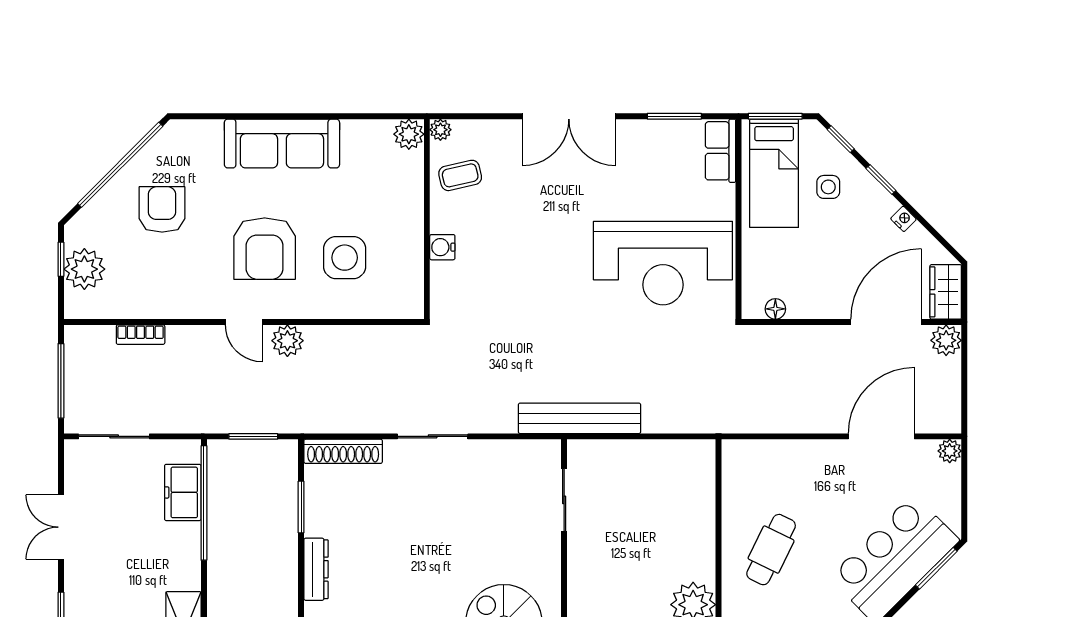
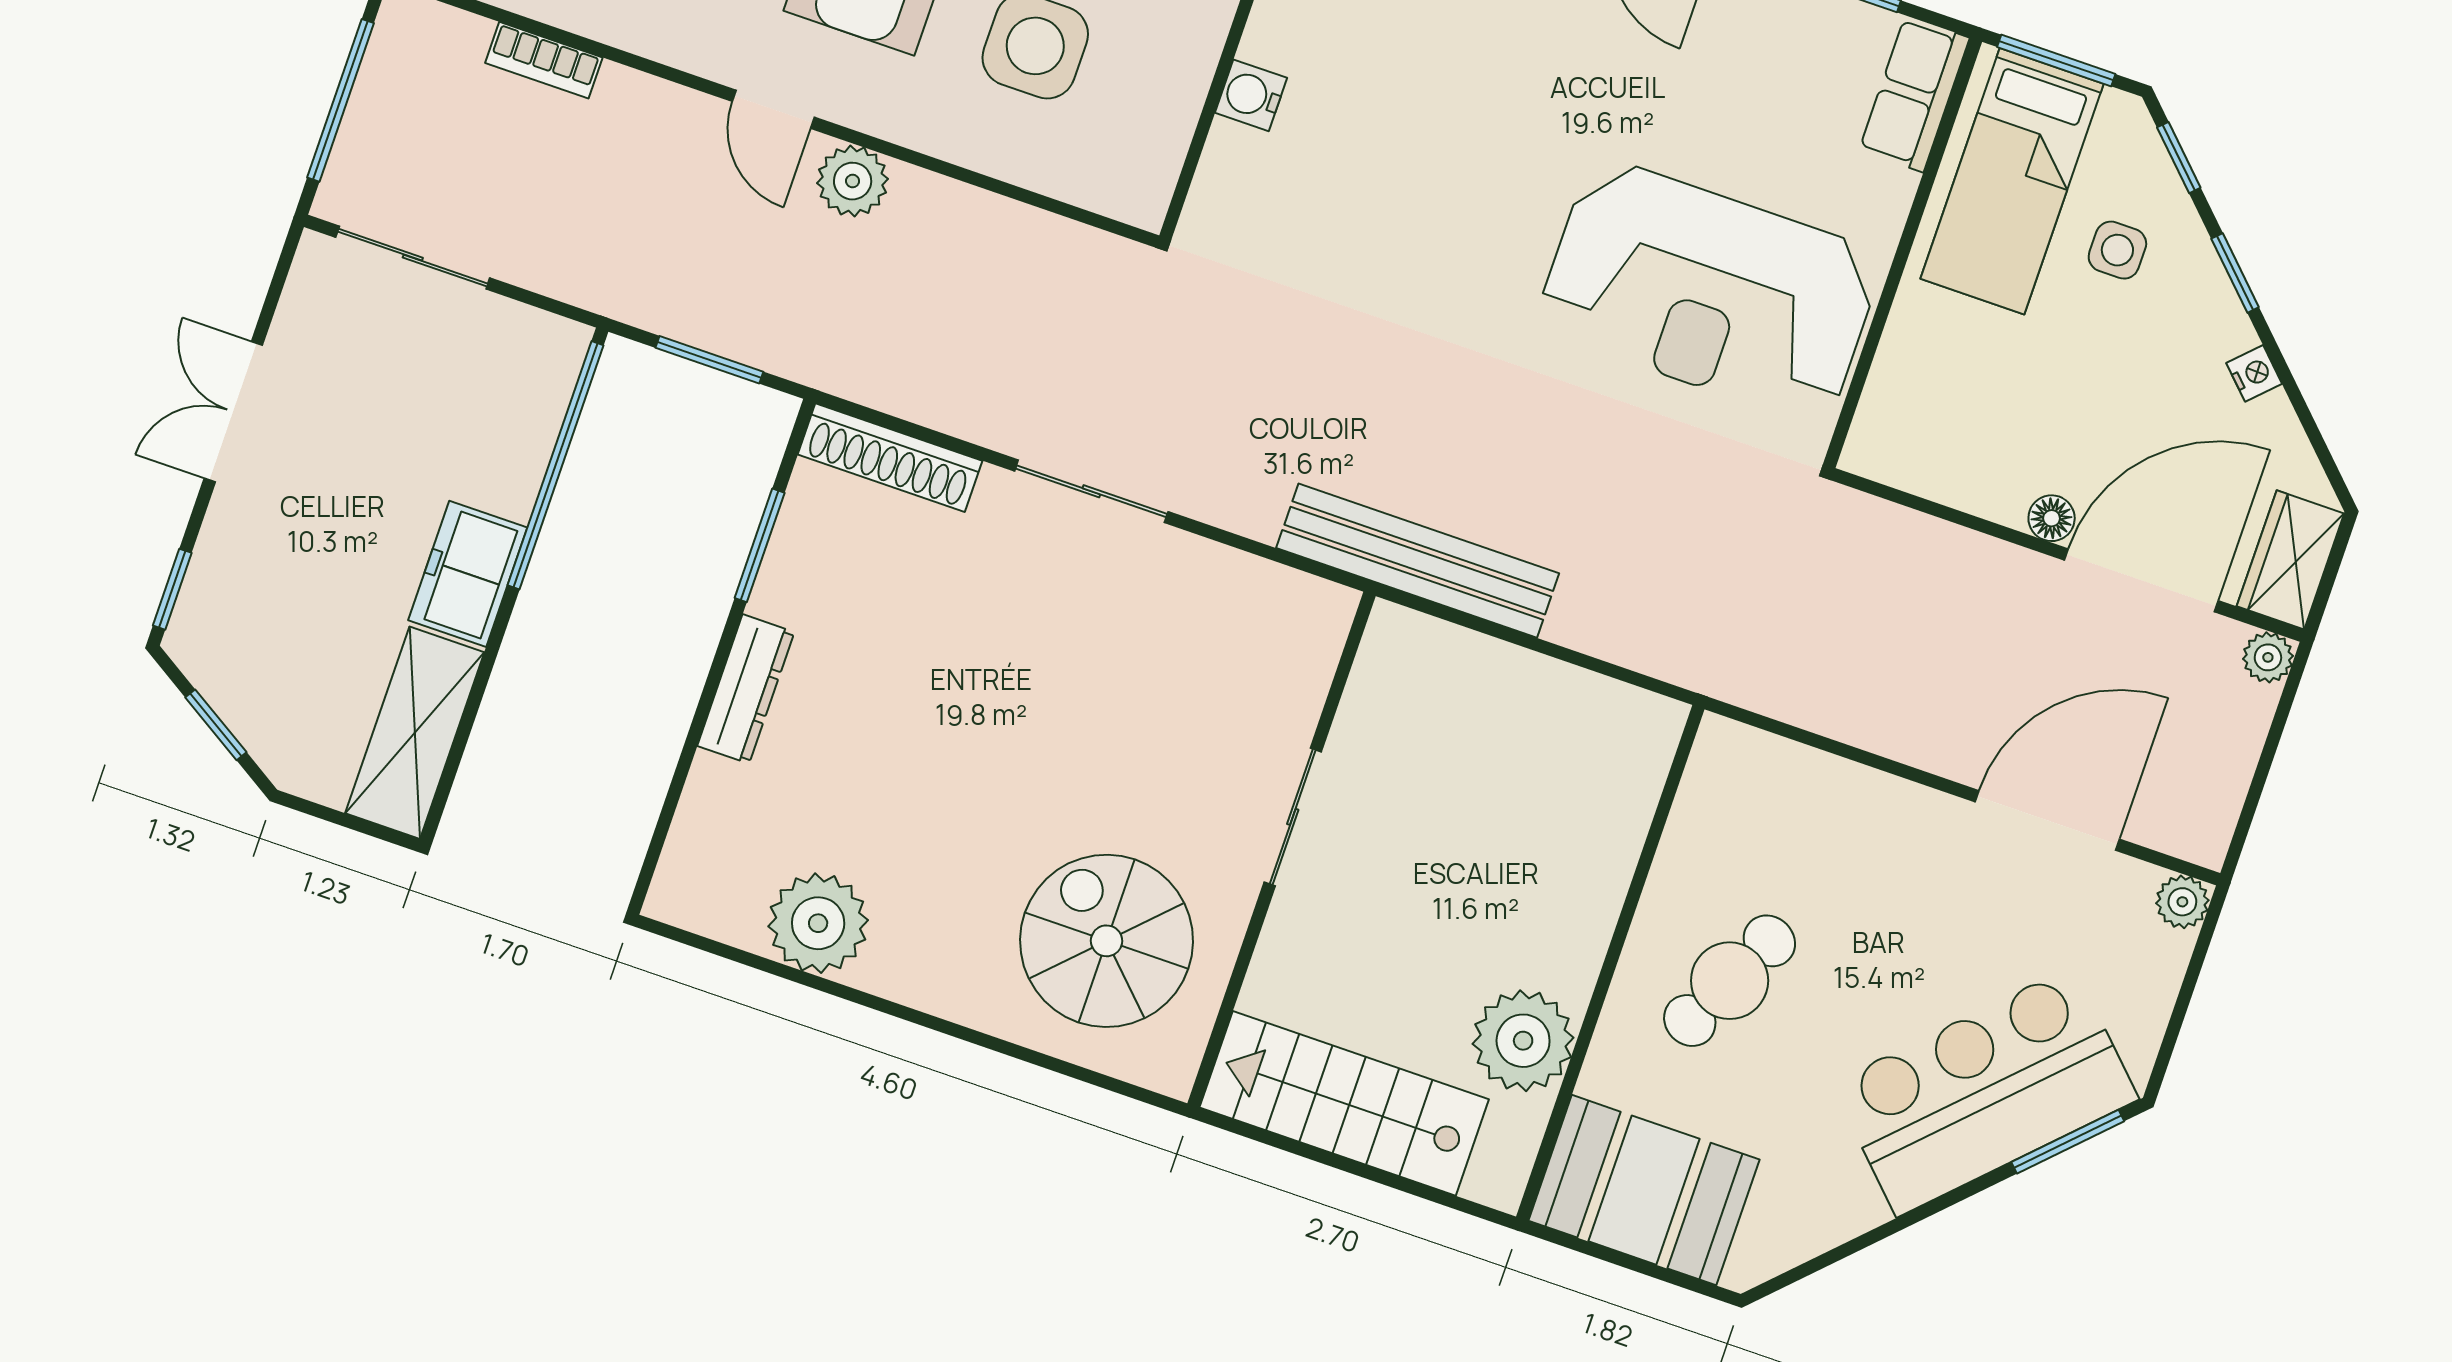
floor lamp: (775, 309) -> (2052, 518), moved
plant: (946, 340) -> (2268, 657), width x0.73, depth x0.73
freezer: (183, 492) -> (468, 574), moved
sliding door: (564, 500) -> (1293, 817), moved

